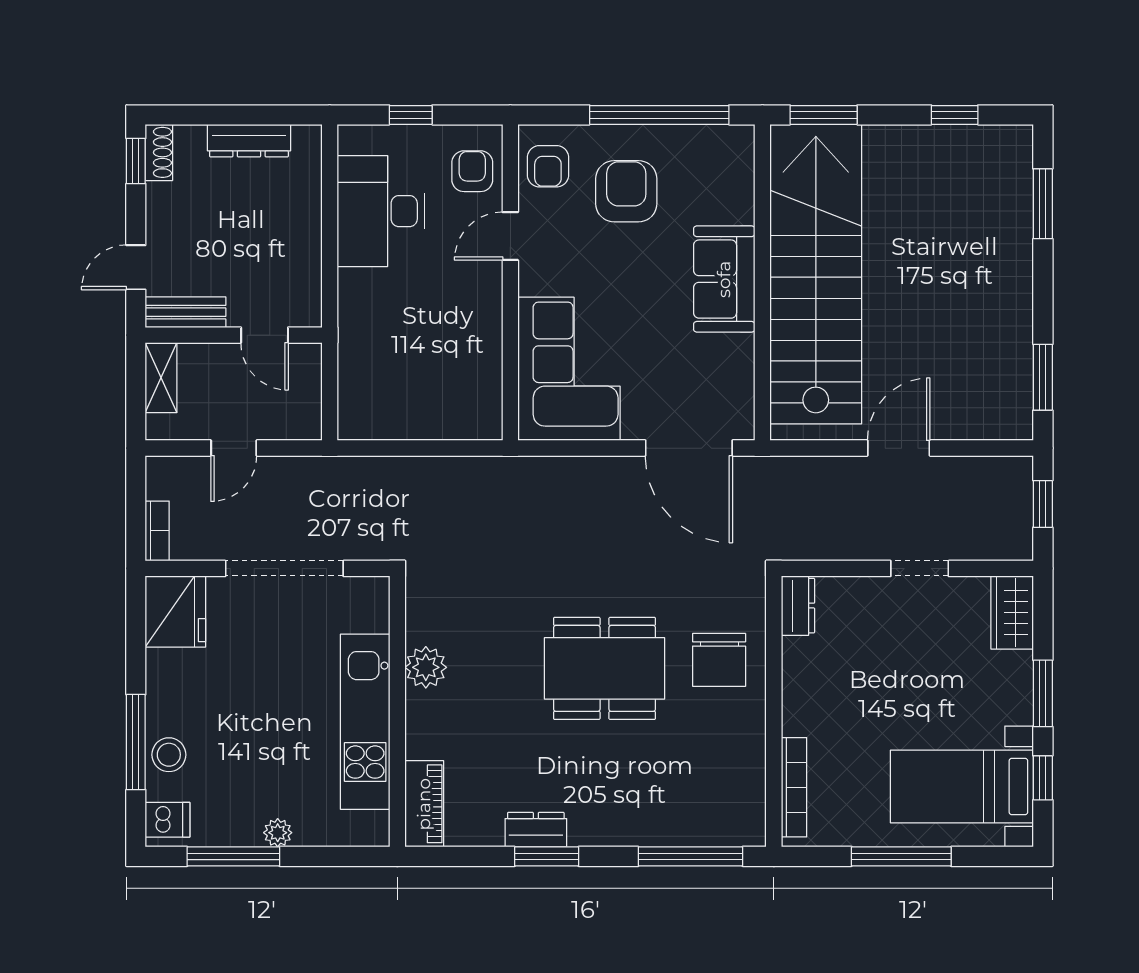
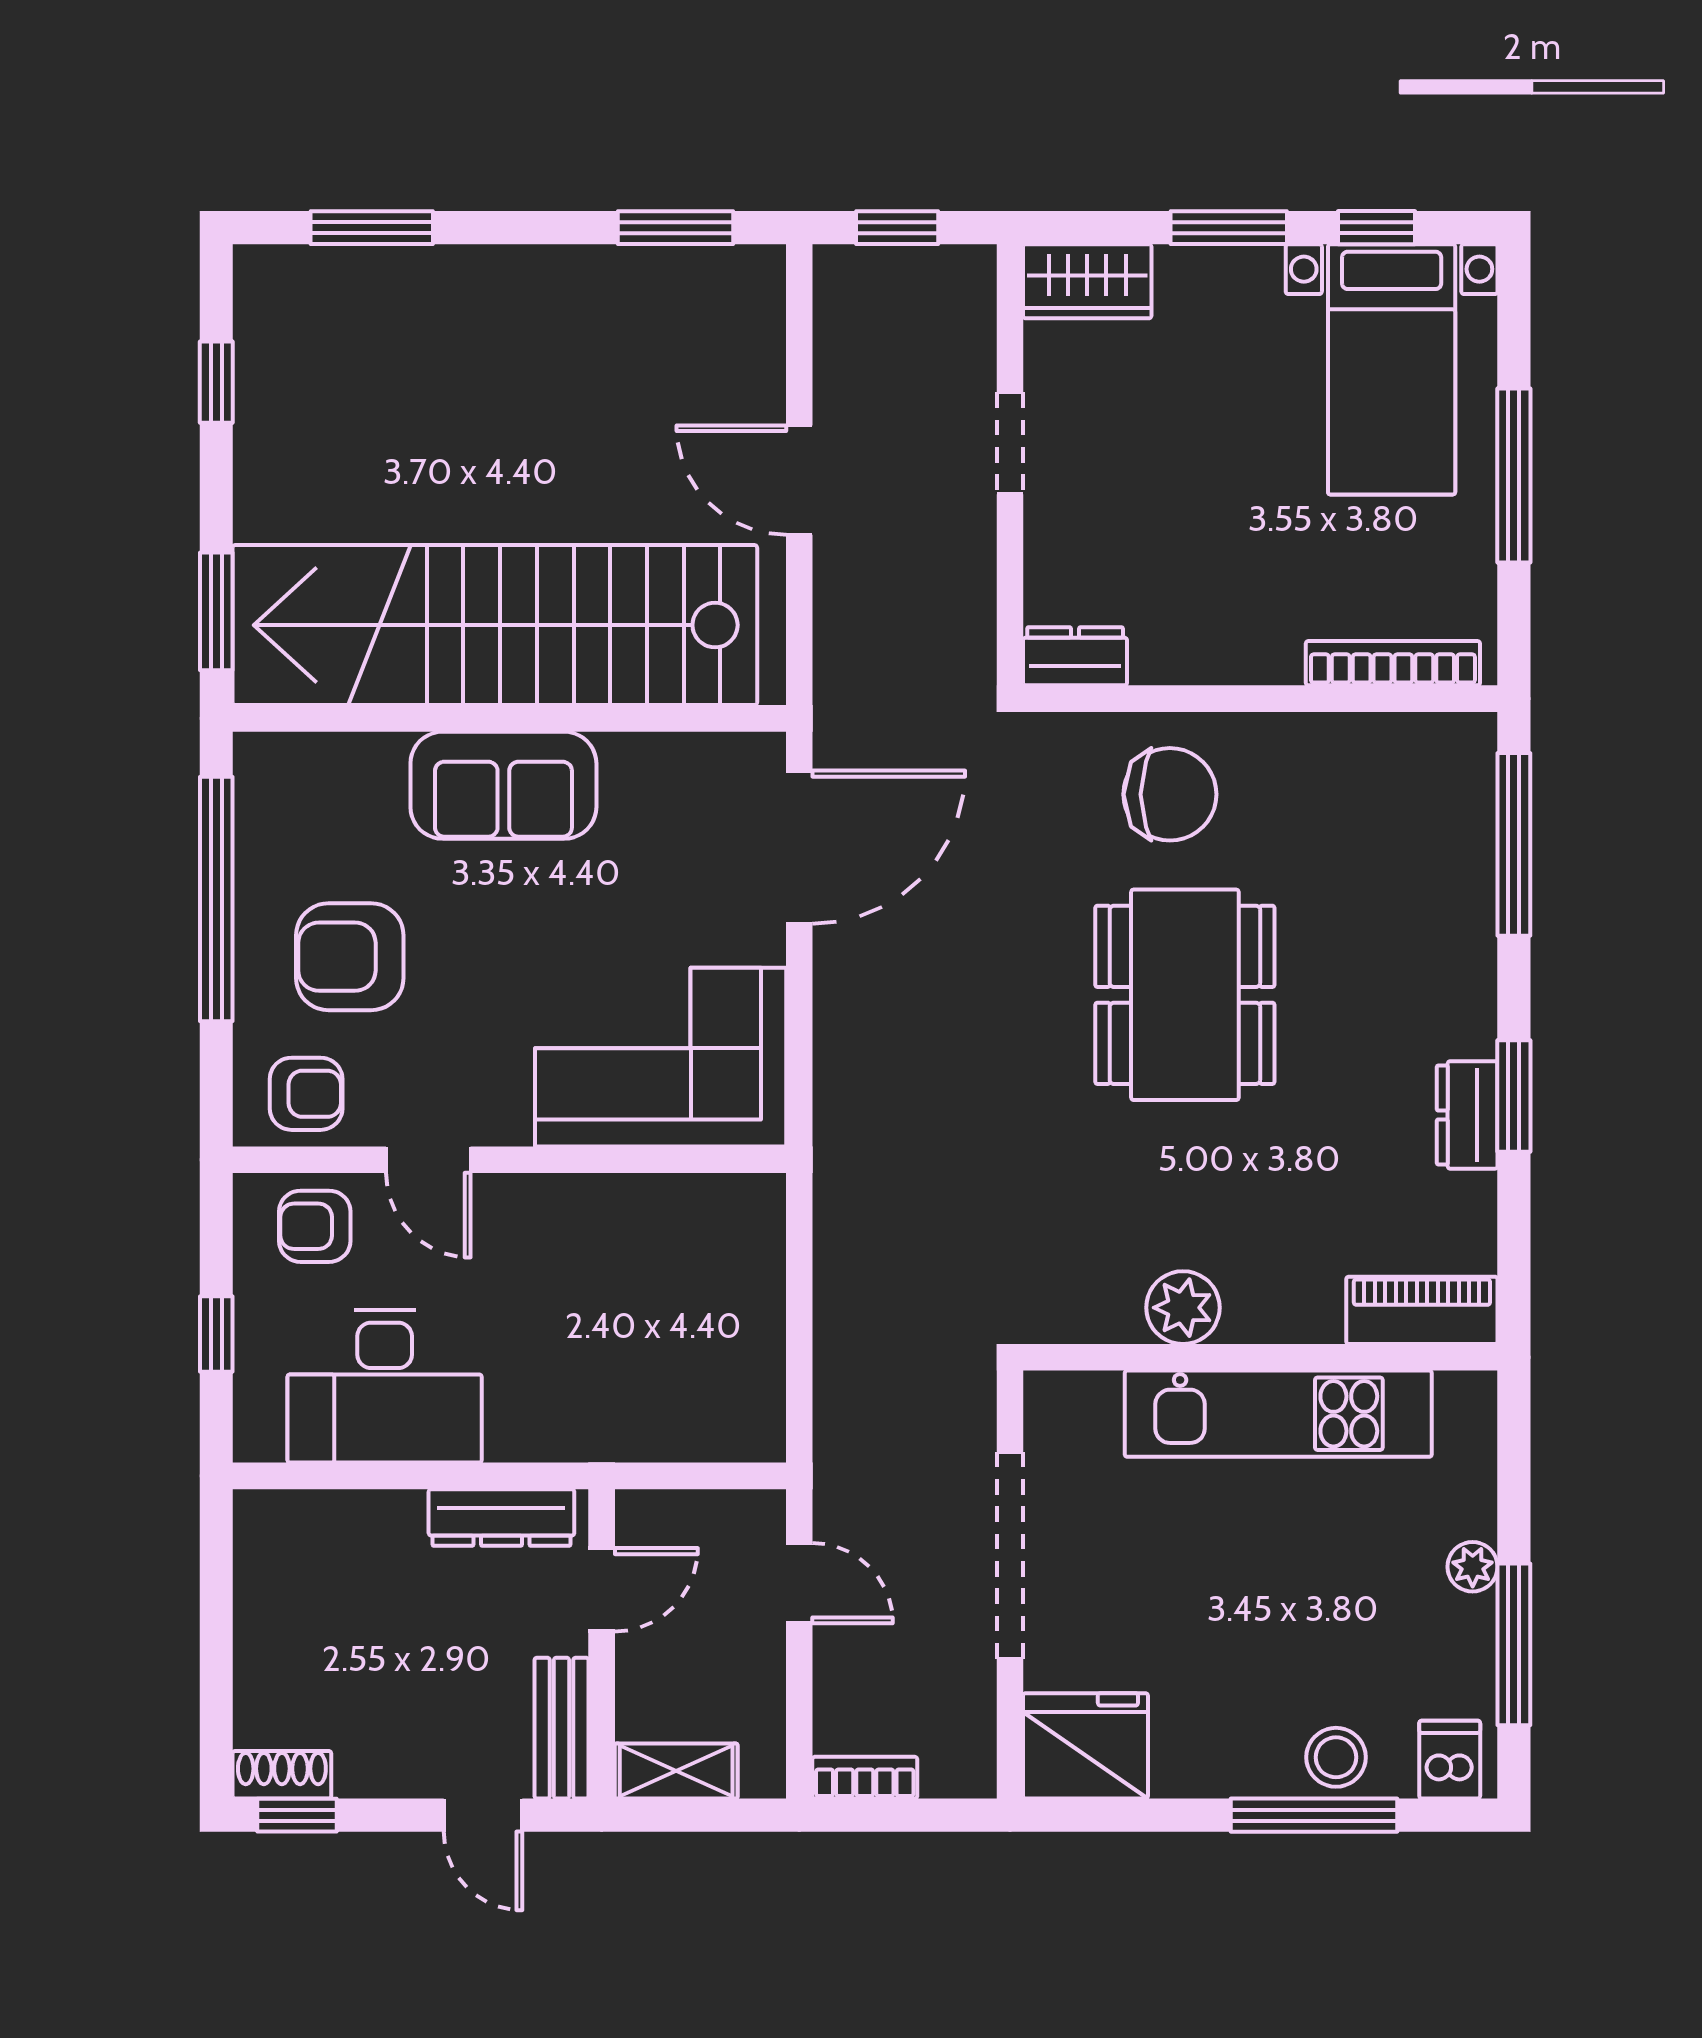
dresser: (249, 141) -> (501, 1518), moved, turned 90
door: (234, 448) -> (799, 1583), moved
bookcase: (157, 531) -> (865, 1778), moved

